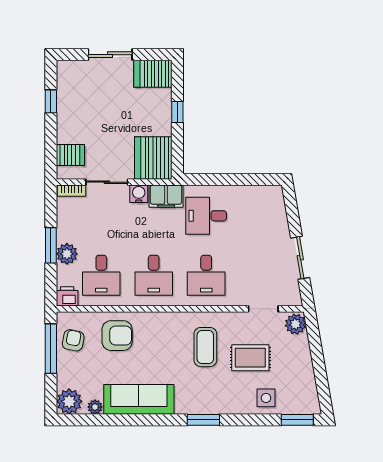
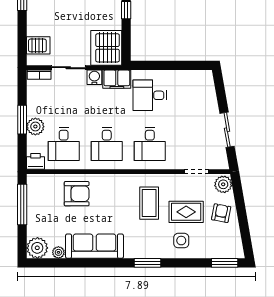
armchair: (73, 340) -> (221, 213), moved
side table: (266, 398) -> (181, 241), moved

